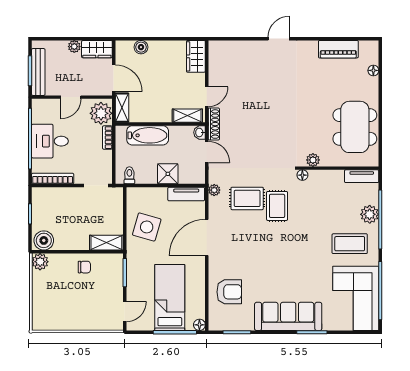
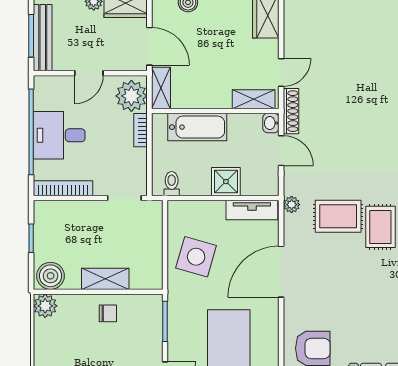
shelving: (106, 243) -> (105, 279), moved

